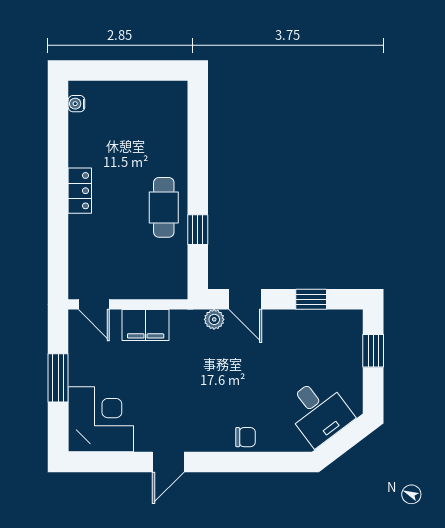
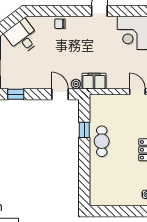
window: (311, 299) -> (16, 94), moved
filing cabinet: (146, 325) -> (94, 81), moved

